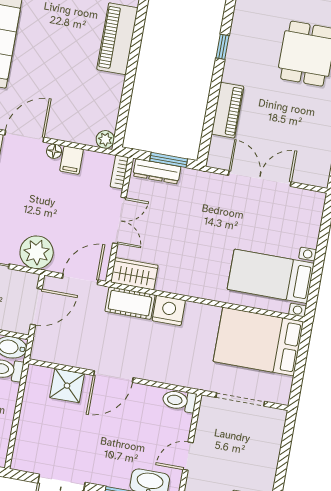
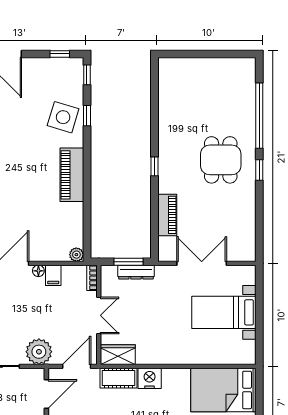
dresser: (157, 171) -> (136, 272), moved
bed with nightstands: (271, 276) -> (224, 312), moved

